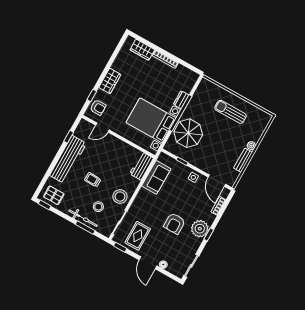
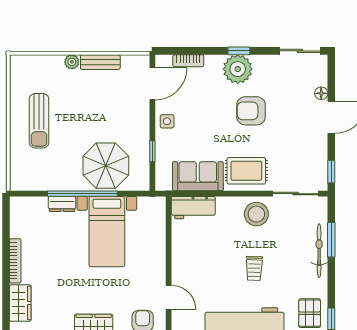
bed with nightstands: (151, 120) -> (107, 232), width x0.73
stool: (98, 207) -> (289, 238), removed
armchair: (175, 223) -> (251, 111), turned 180
rug: (138, 236) -> (246, 171), moved

